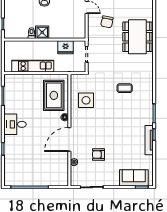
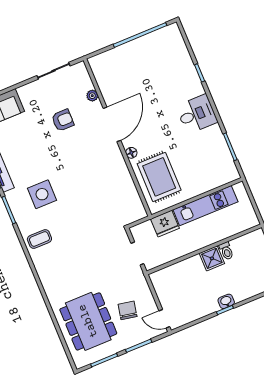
dining table: (137, 37) -> (88, 321), moved
fridge: (66, 47) -> (165, 224), moved, turned 180
coffee table: (125, 88) -> (39, 239), moved
side table: (86, 100) -> (42, 194), moved

